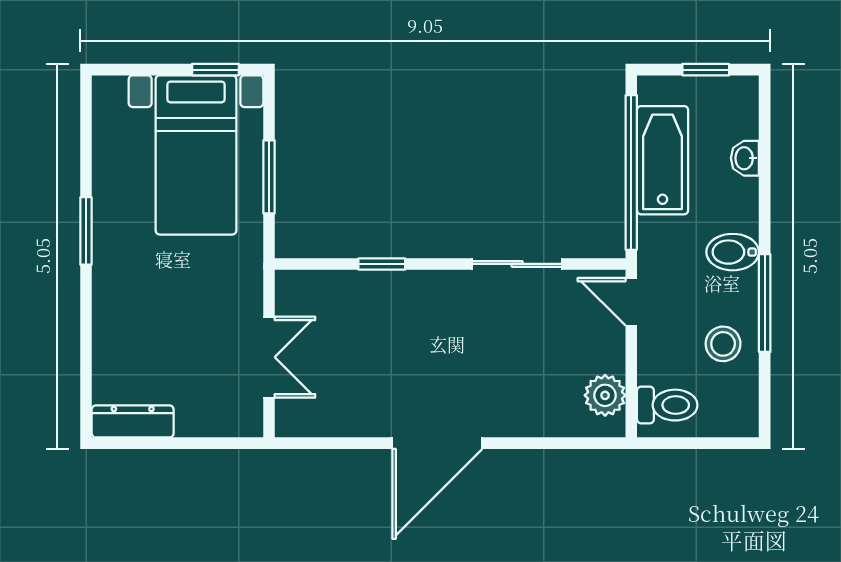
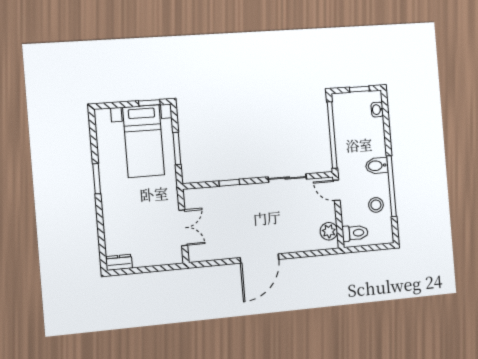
washbasin: (745, 158) -> (377, 110), moved
bathtub: (663, 160) -> (345, 129), removed
window: (765, 303) -> (392, 186), width x1.46
dresser: (133, 421) -> (119, 262), width x0.70

